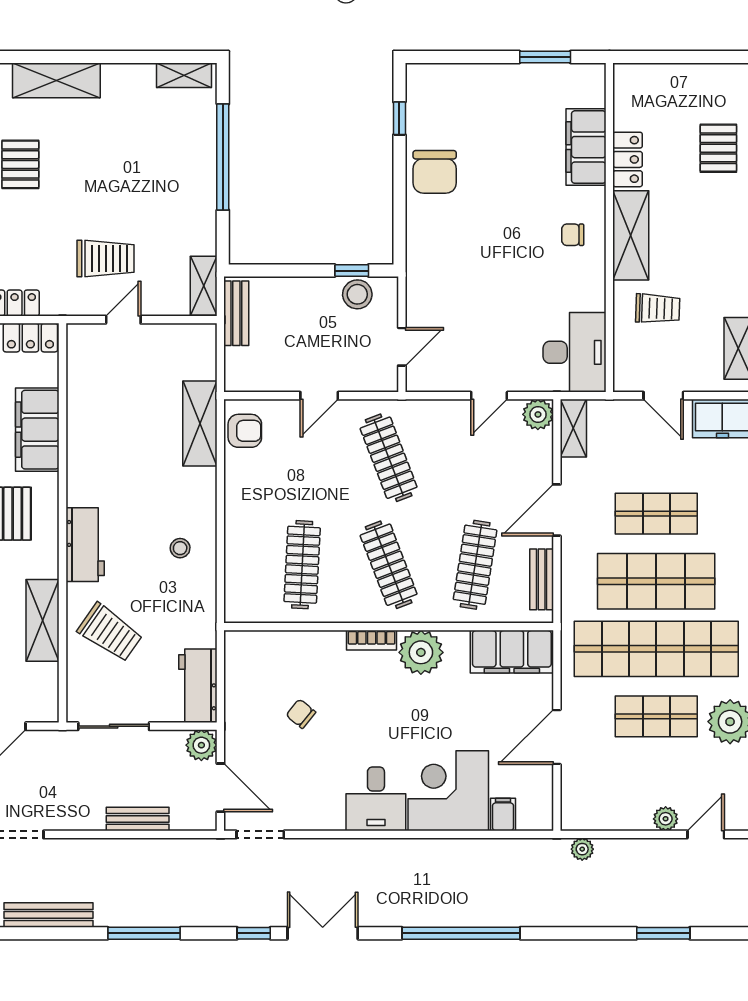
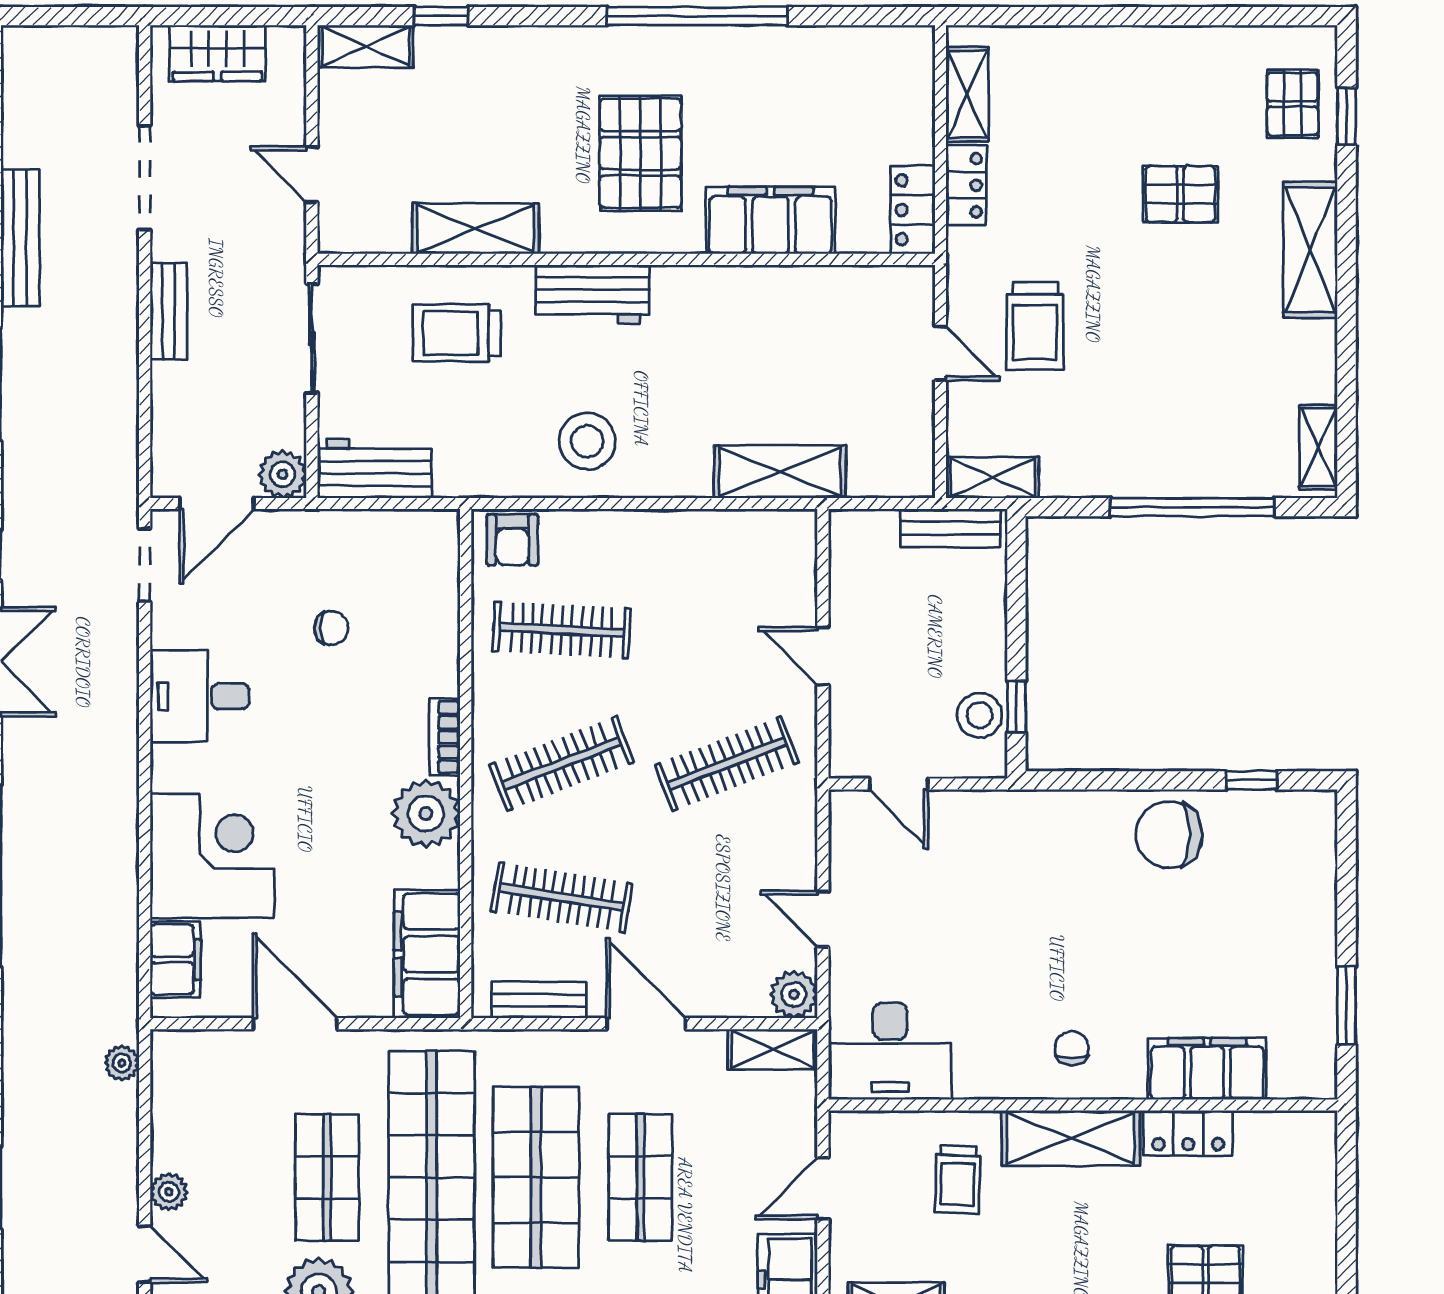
armchair: (245, 431) -> (512, 540), moved
stool: (180, 548) -> (587, 441), width x1.89, depth x1.89
trolley: (110, 633) -> (457, 333), turned 55
chair: (301, 714) -> (331, 628), turned 51
desk: (376, 799) -> (200, 696), moved
filing cabinet: (503, 814) -> (175, 959), width x2.00
bench: (138, 819) -> (168, 311), moved

